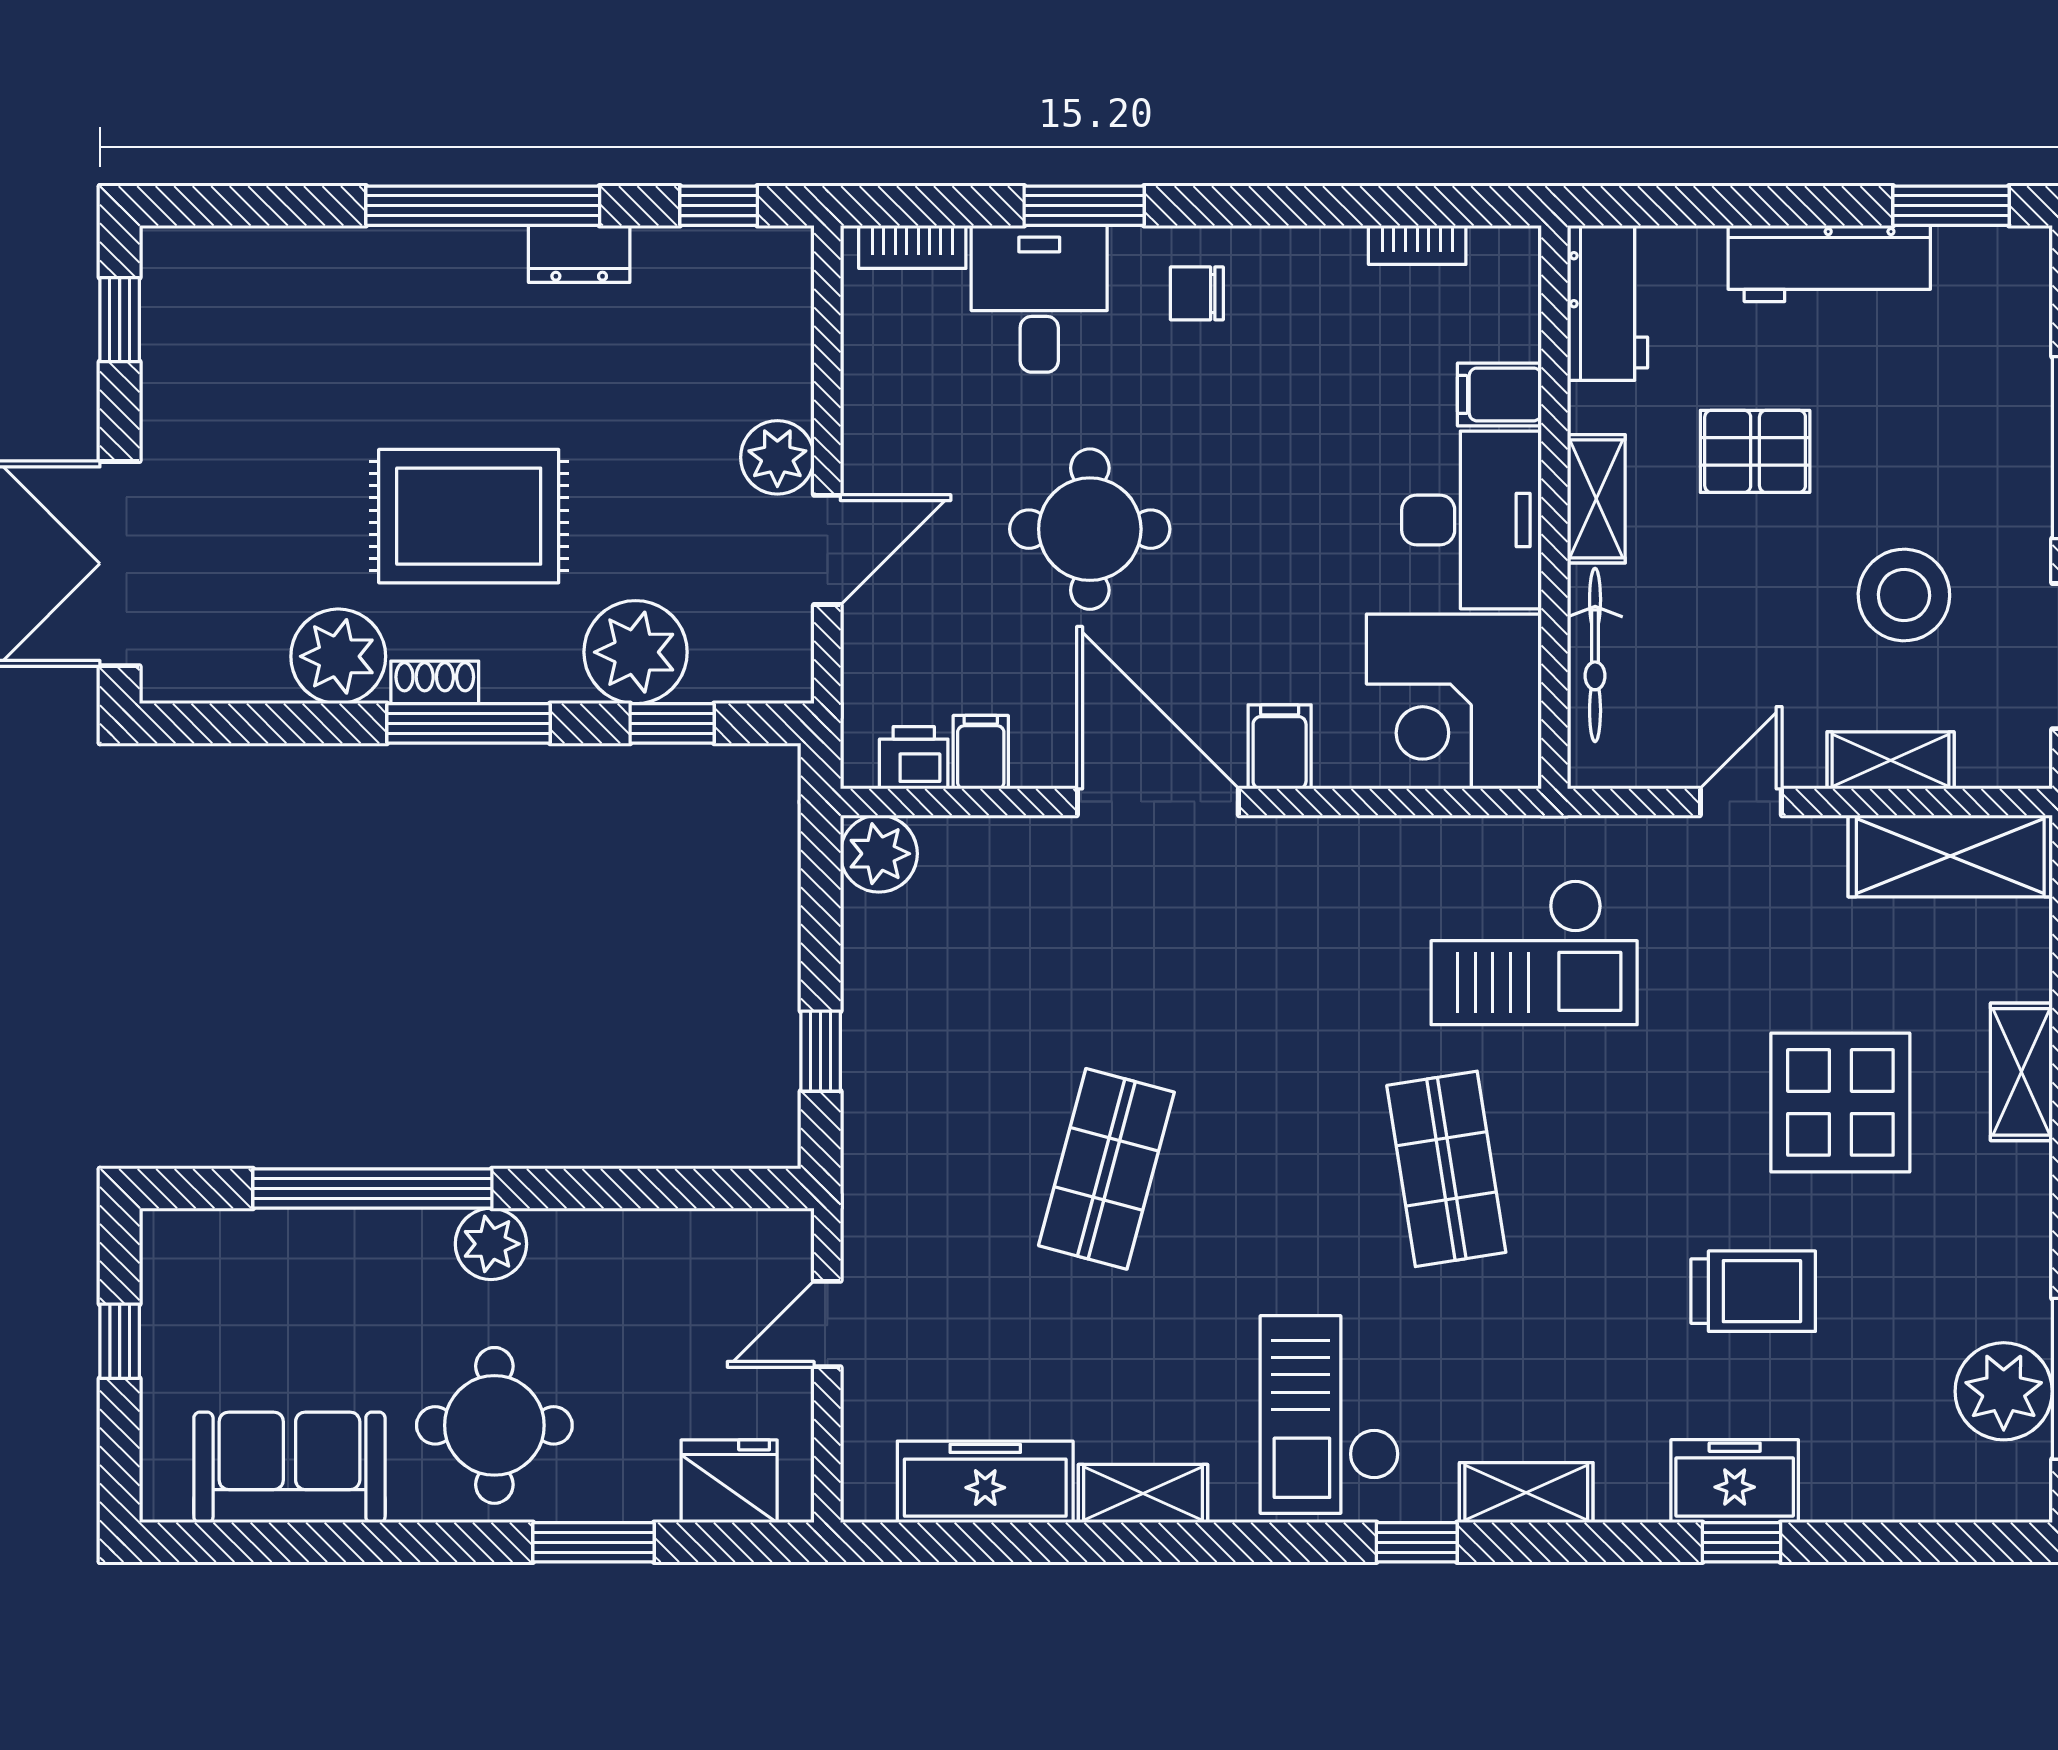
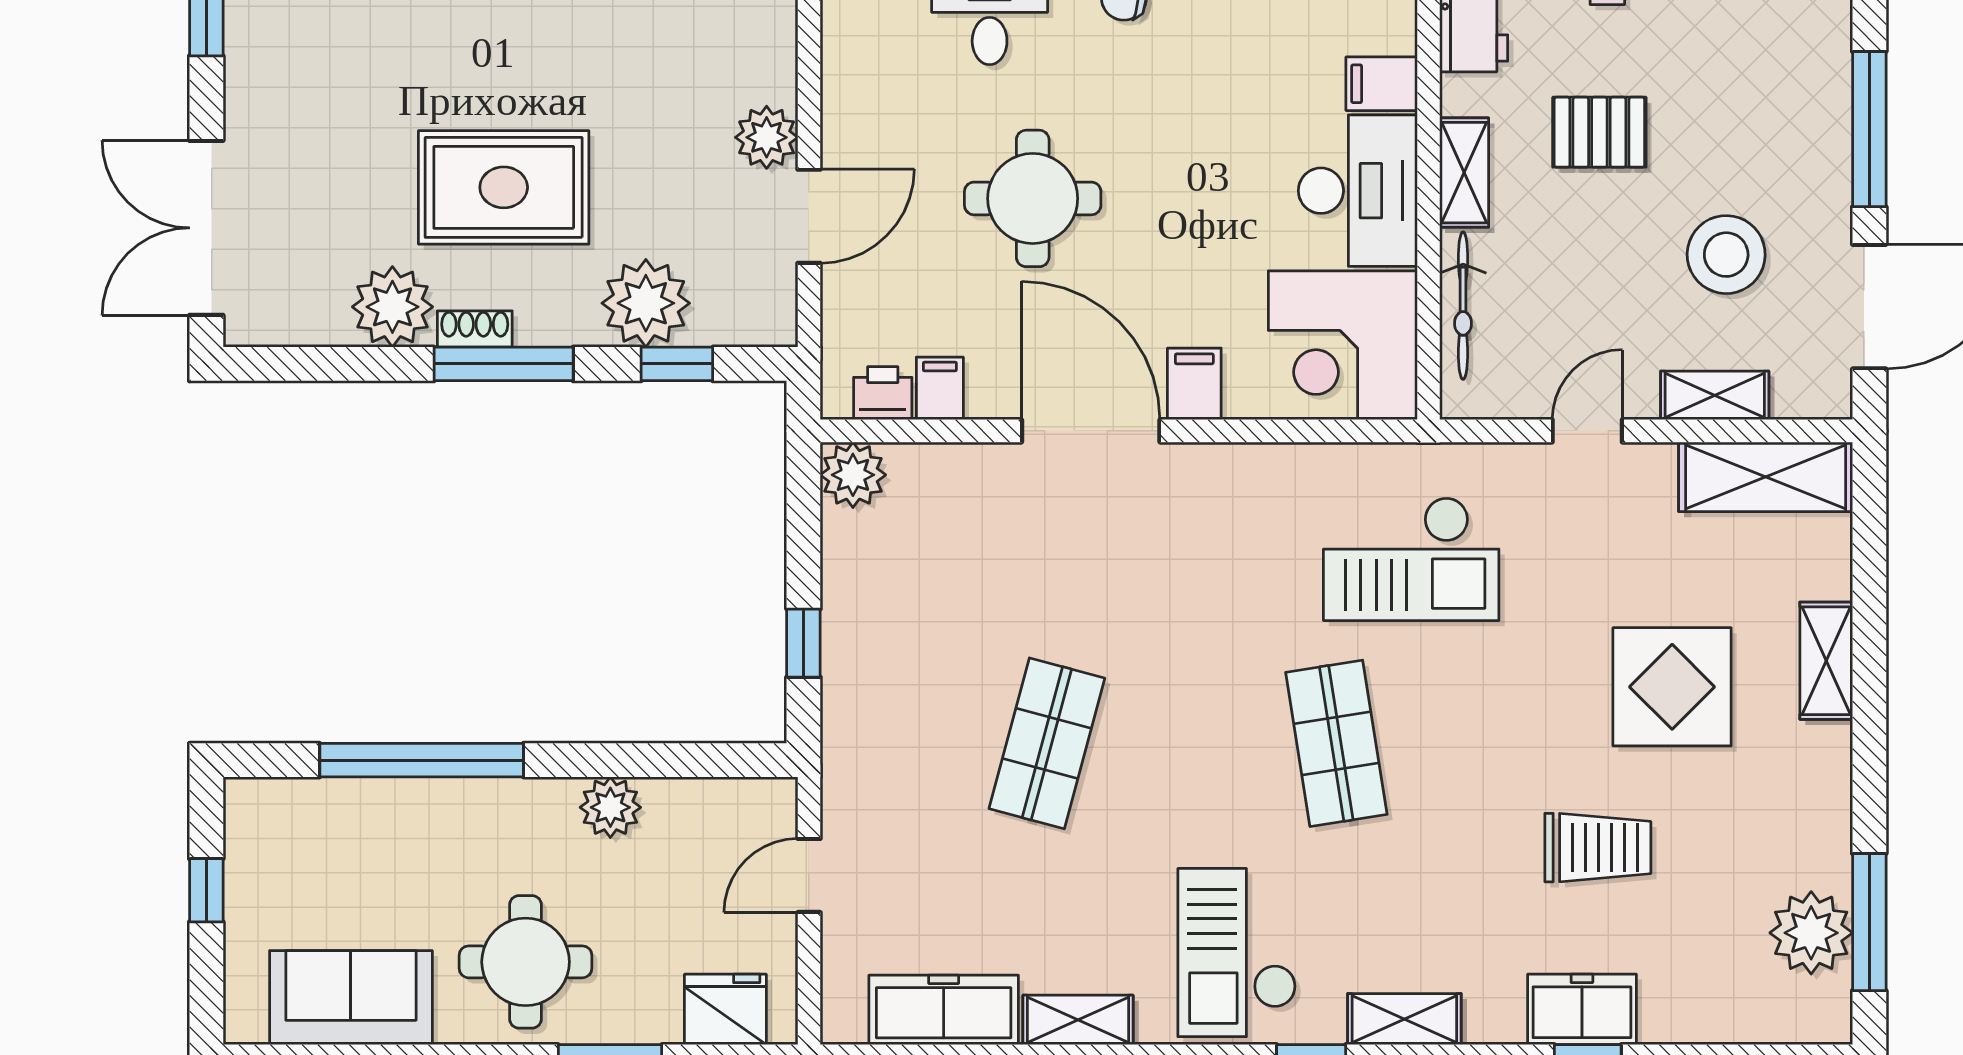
plant: (491, 1244) -> (610, 807), moved

